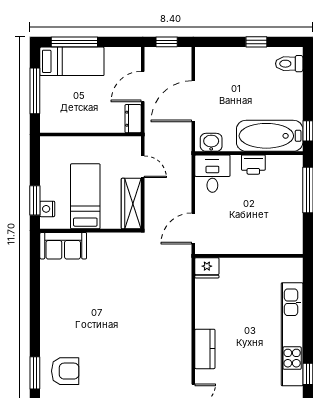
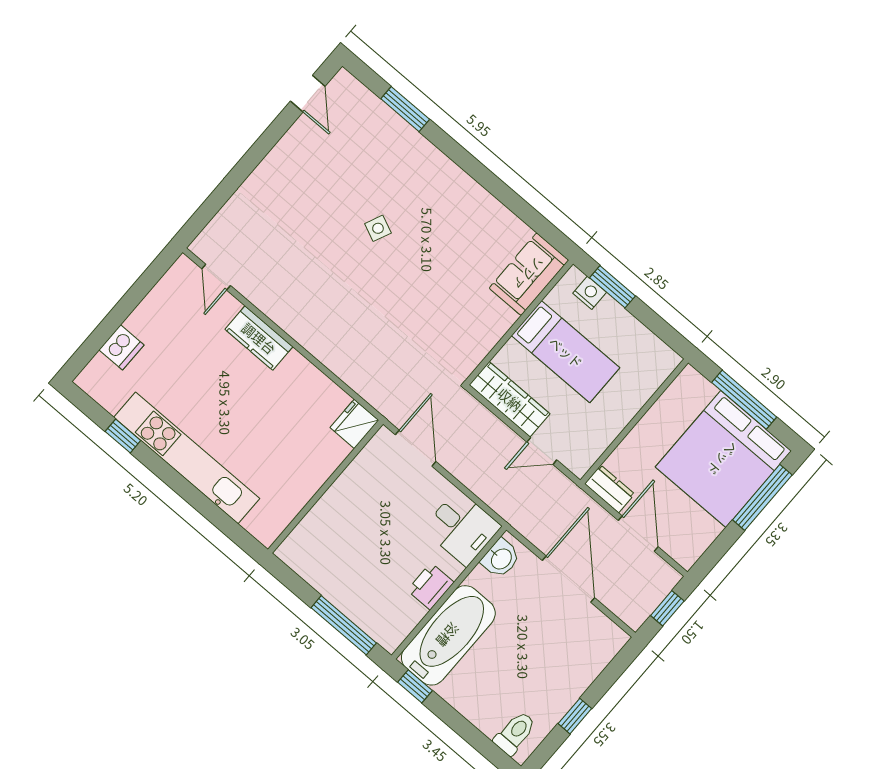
bed: (72, 61) -> (723, 459), width x2.04
side table: (103, 337) -> (378, 228), added
armchair: (65, 371) -> (376, 147), removed

